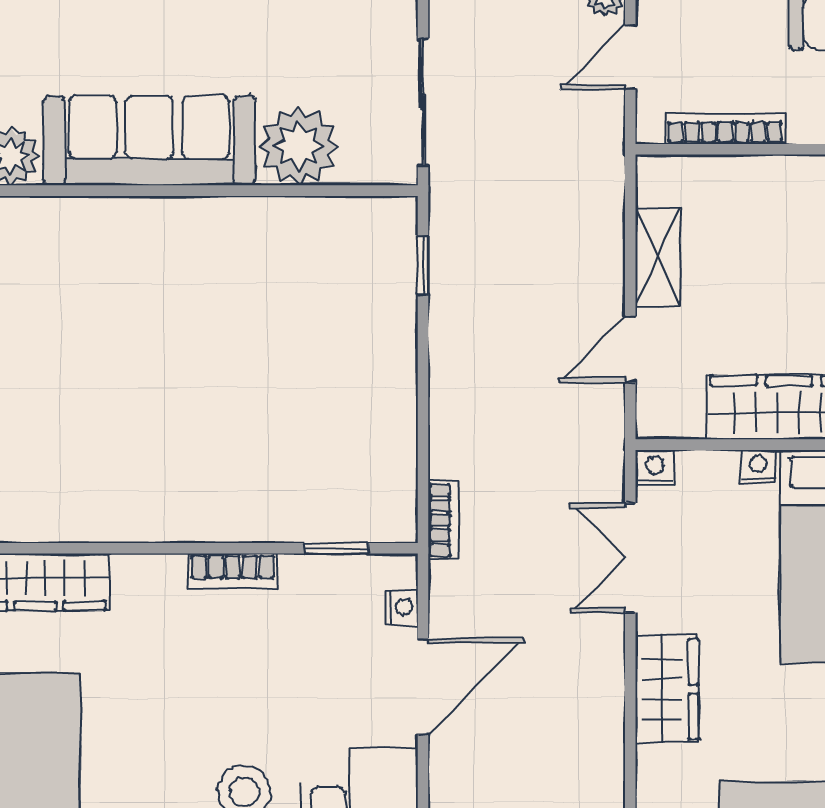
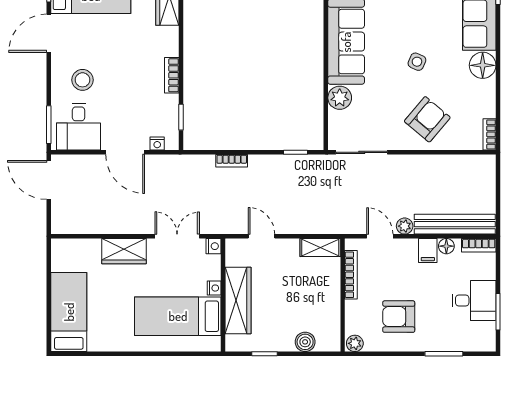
plant: (299, 146) -> (340, 98), width x0.73, depth x0.73
shelving: (658, 257) -> (320, 247), moved
bookcase: (444, 520) -> (232, 161), moved

